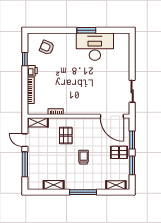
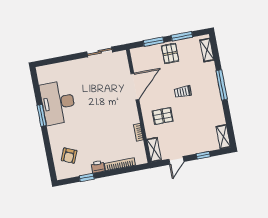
door: (112, 116) -> (135, 87), moved
window: (25, 164) -> (203, 155), width x0.46
shelving: (54, 185) -> (223, 137), moved

